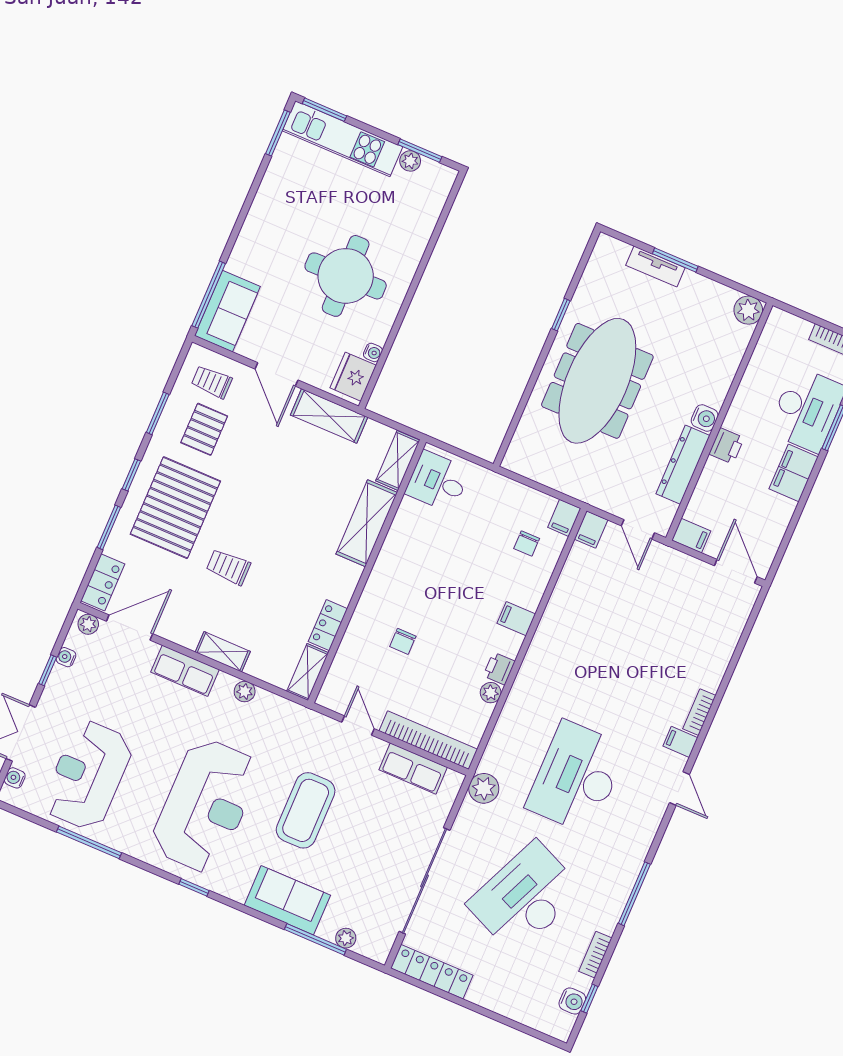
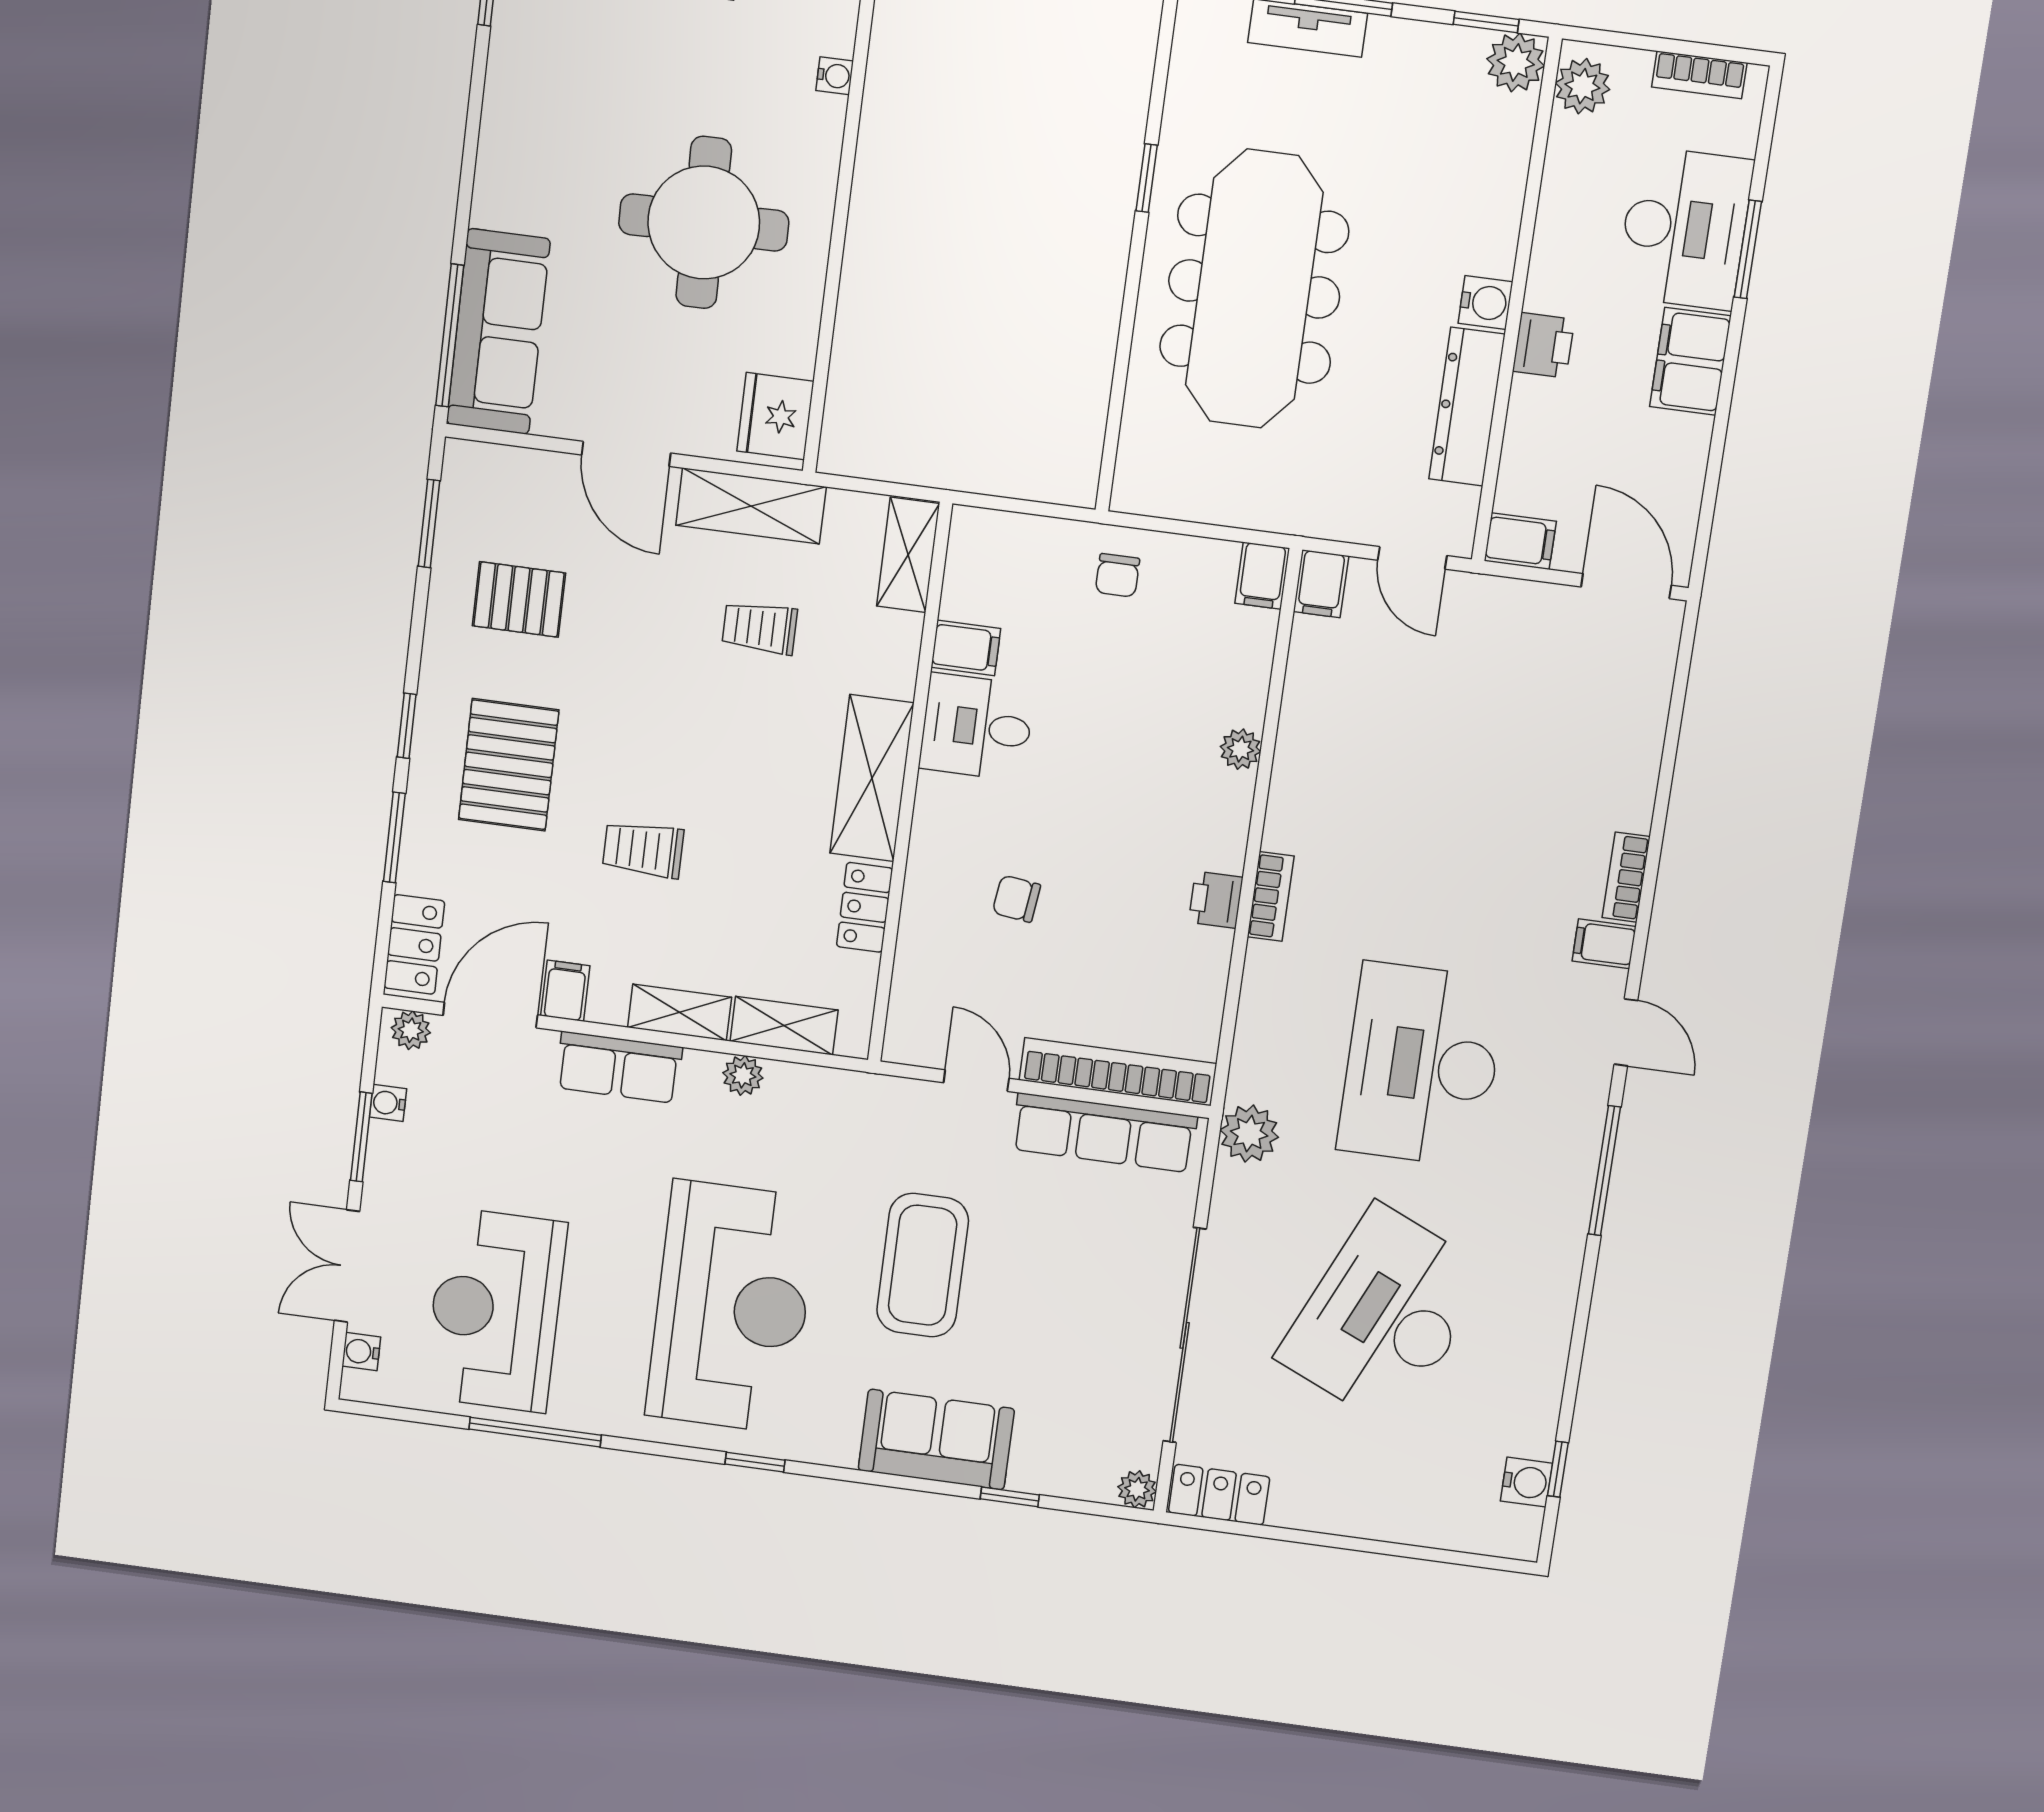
window: (739, 288) -> (1486, 22), added
sofa: (227, 311) -> (498, 332), width x1.36
plant: (776, 330) -> (1582, 86), added
water cooler: (373, 352) -> (835, 76), moved
trolley: (212, 382) -> (760, 628), moved
window: (158, 413) -> (429, 523), moved
pallet: (204, 429) -> (519, 599), turned 90
desk: (438, 482) -> (977, 727), moved
pallet: (175, 508) -> (509, 765), width x0.73, depth x0.71
shelving: (367, 523) -> (872, 778), moved
chair: (527, 544) -> (1117, 575), moved
filing cabinet: (516, 619) -> (966, 648), moved, turned 180
filing cabinet: (170, 626) -> (565, 991), added
chair: (403, 641) -> (1016, 899), turned 97
window: (48, 670) -> (361, 1137), width x1.50
shelving: (308, 672) -> (784, 1026), moved, turned 90
plant: (491, 693) -> (1240, 749), moved
row of seats: (413, 769) -> (1104, 1133), width x1.48
window: (634, 894) -> (1604, 1171), moved
plant: (346, 938) -> (1137, 1489), moved
window: (315, 939) -> (1010, 1497), width x0.46
bookcase: (595, 955) -> (1271, 896), moved, turned 180
locker: (432, 972) -> (1219, 1495), width x0.66

